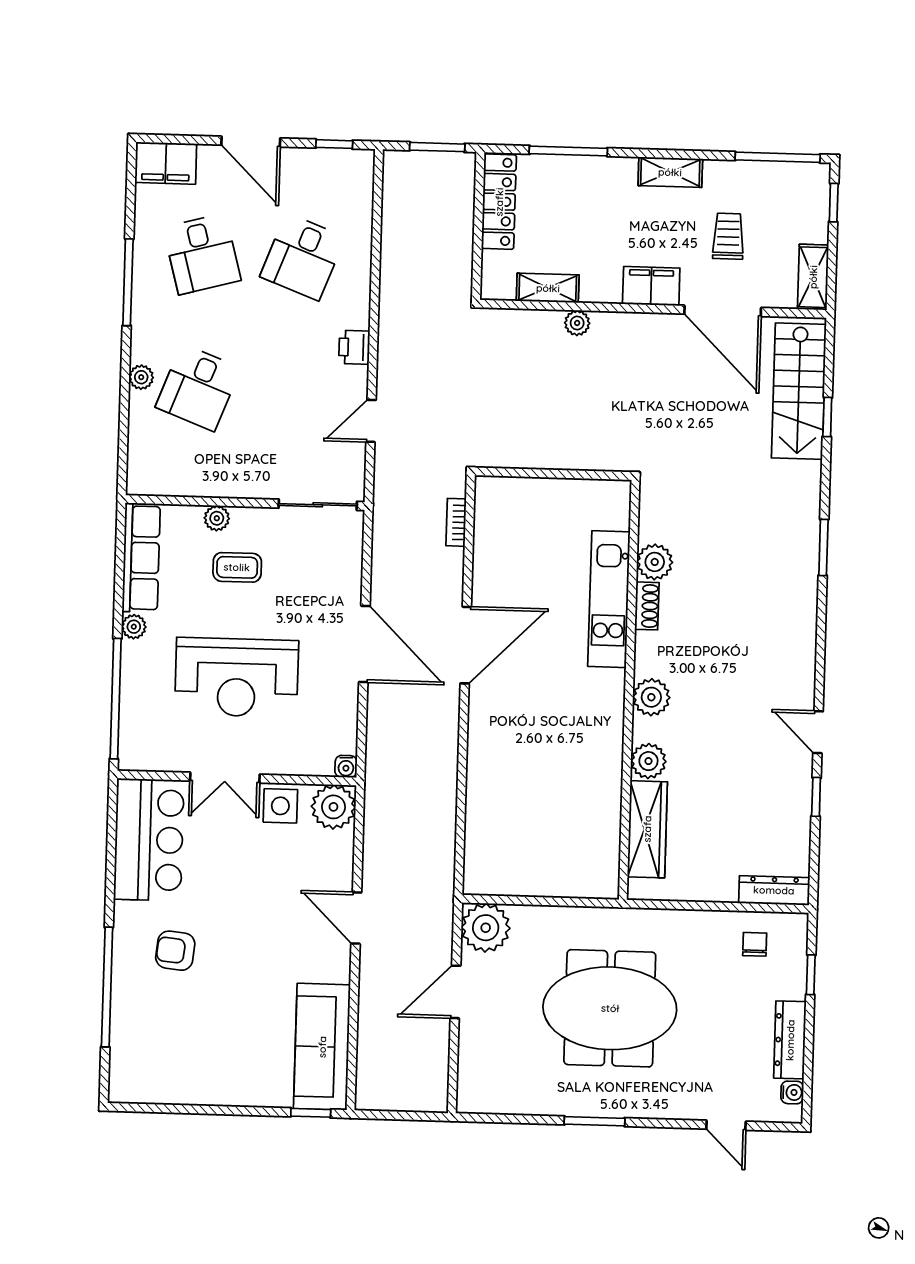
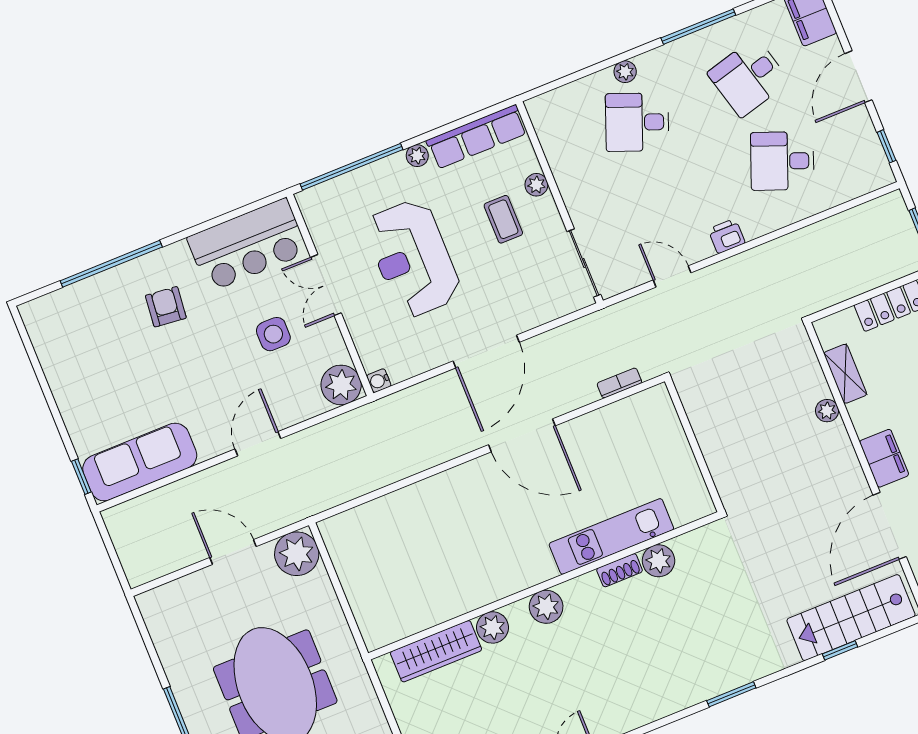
side table: (280, 806) -> (273, 334), moved

